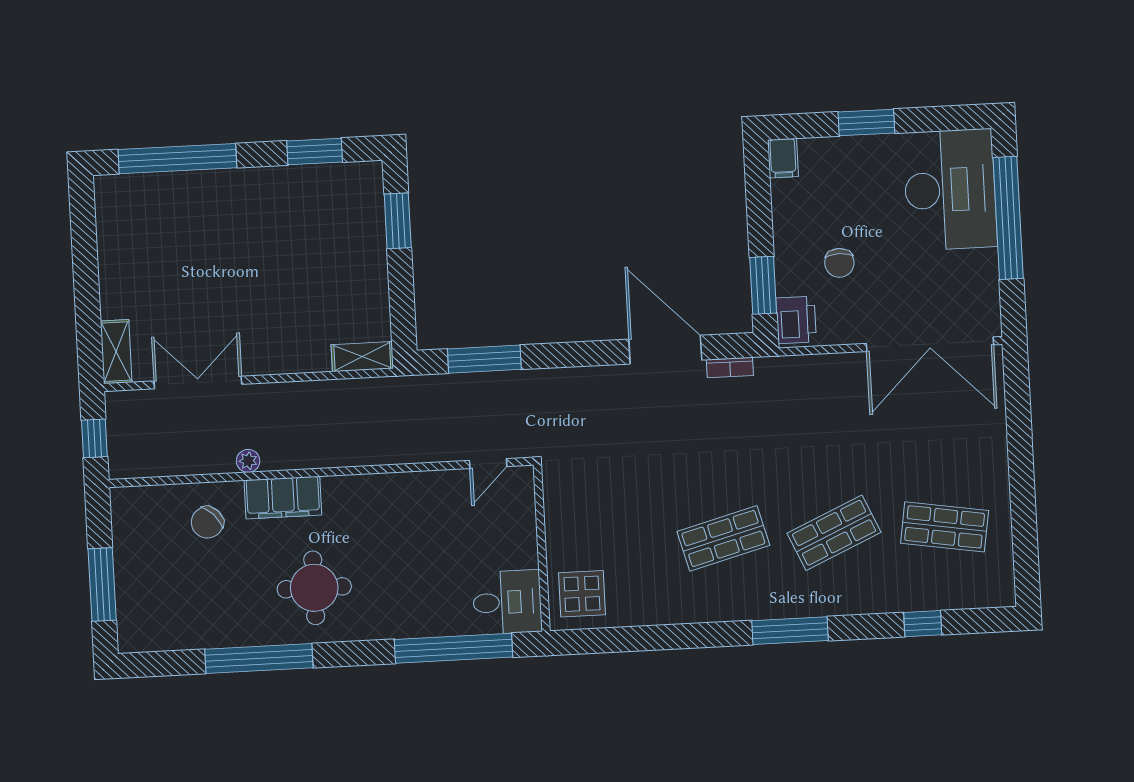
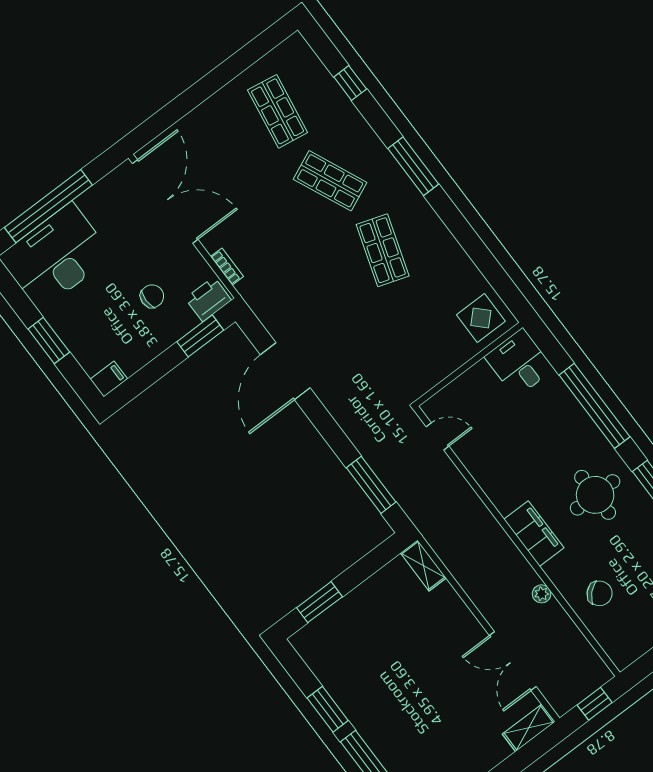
window: (315, 151) -> (328, 709), moved
bookcase: (730, 368) -> (227, 267), moved
filing cabinet: (283, 498) -> (534, 534), moved
shop shelf: (723, 538) -> (383, 250), turned 33
window: (454, 648) -> (594, 406), moved

